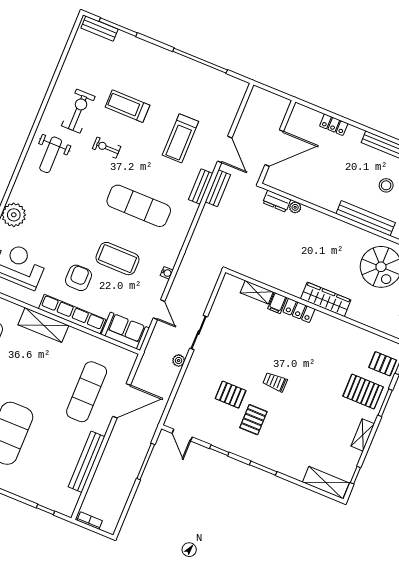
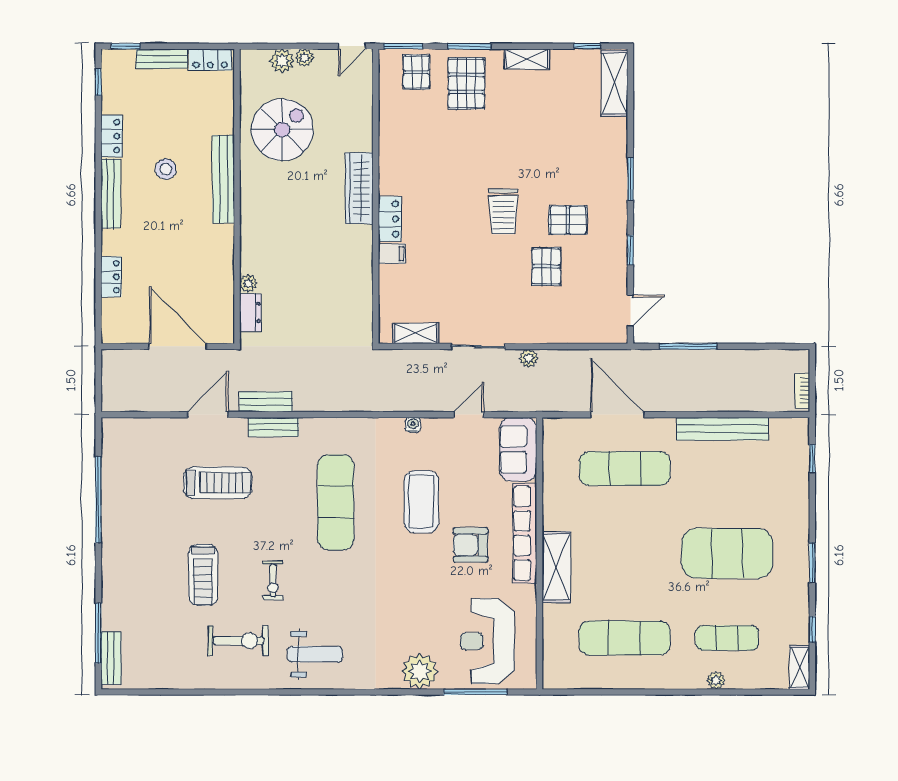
exercise bike: (78, 111) -> (238, 641), turned 180
shelving: (257, 292) -> (416, 333), moved, turned 90
trolley: (275, 382) -> (503, 212), width x1.36, depth x1.39

